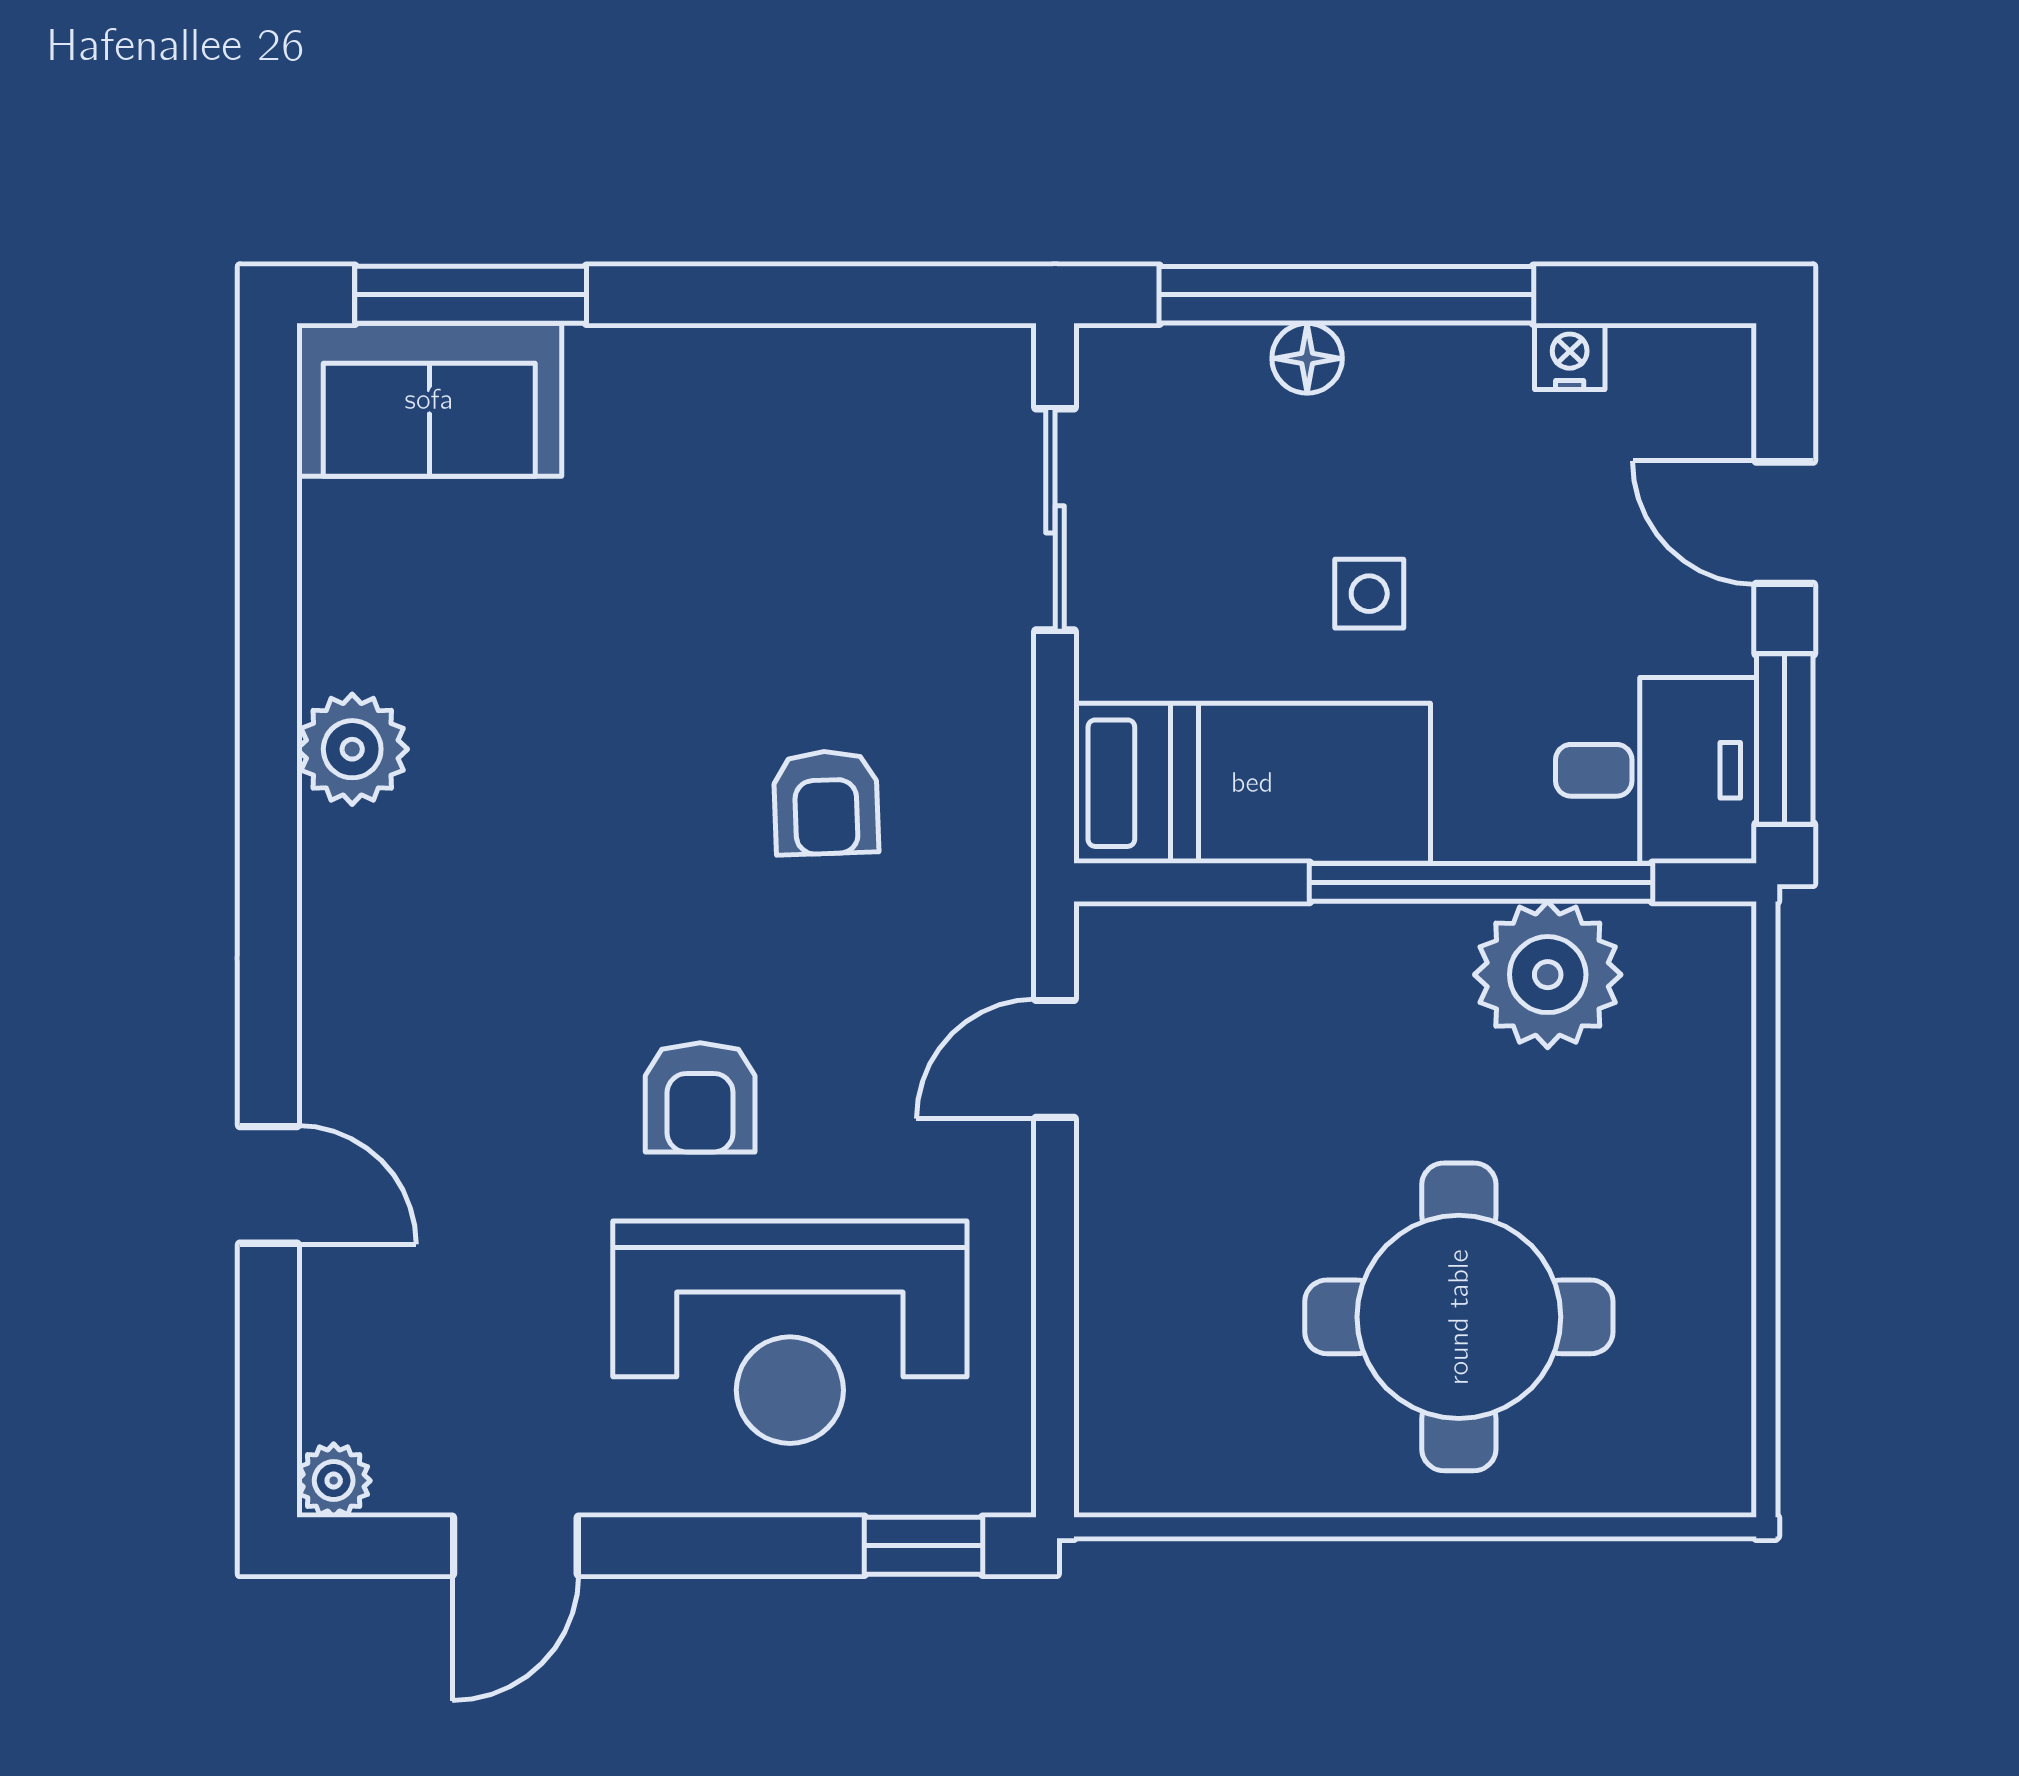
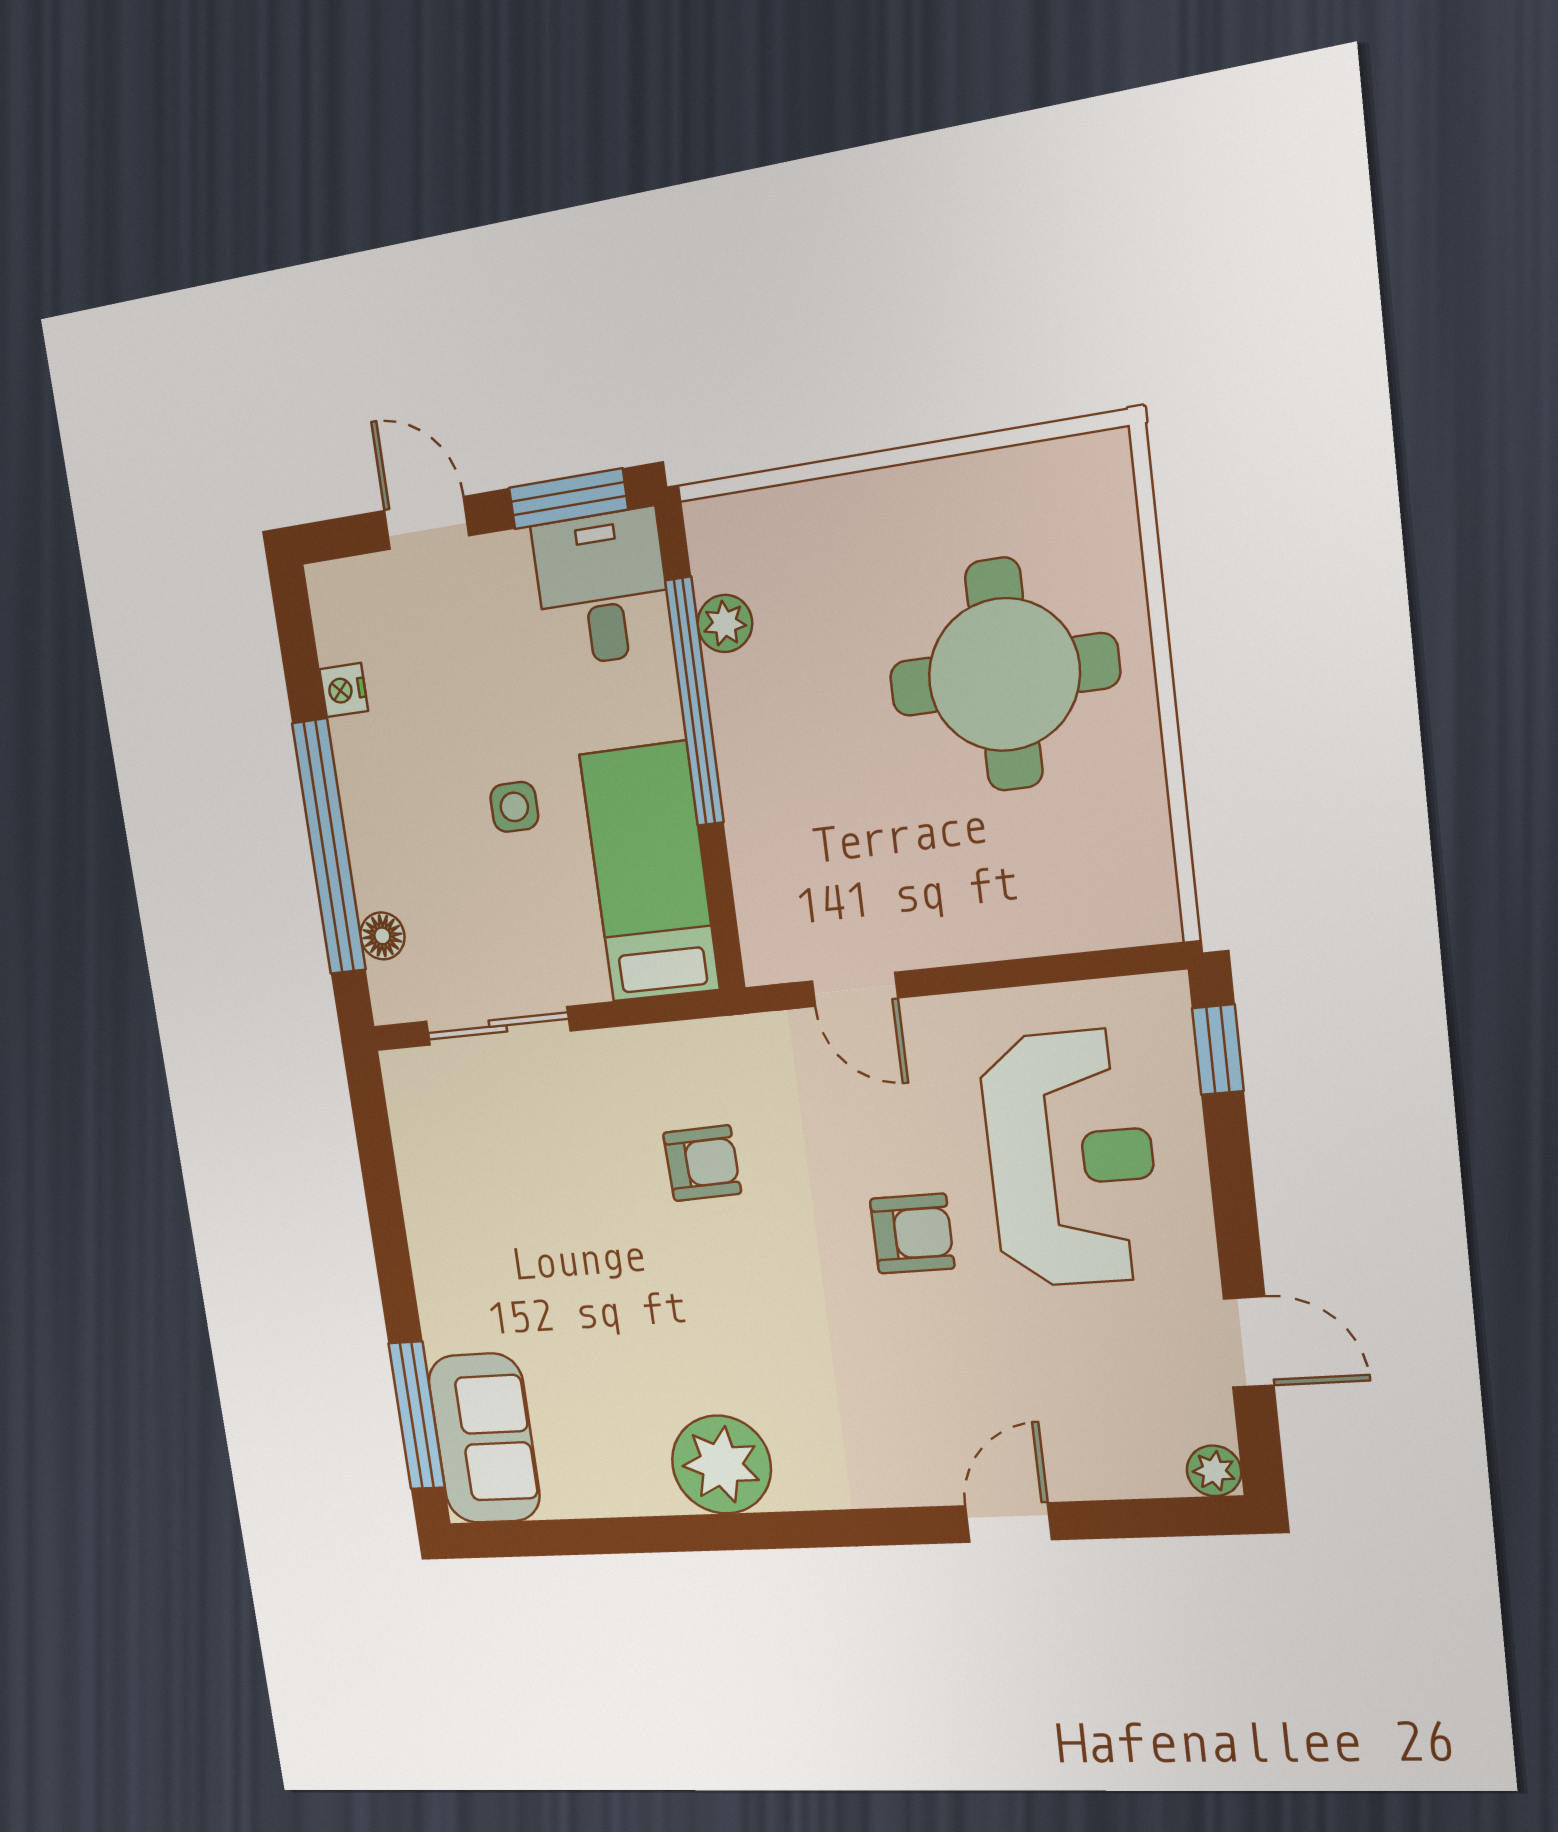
floor lamp: (1307, 358) -> (382, 936), moved
door: (1785, 523) -> (427, 523), swing flipped
plant: (352, 749) -> (721, 1465), width x1.36, depth x1.36
plant: (1548, 975) -> (725, 623), width x0.53, depth x0.53

